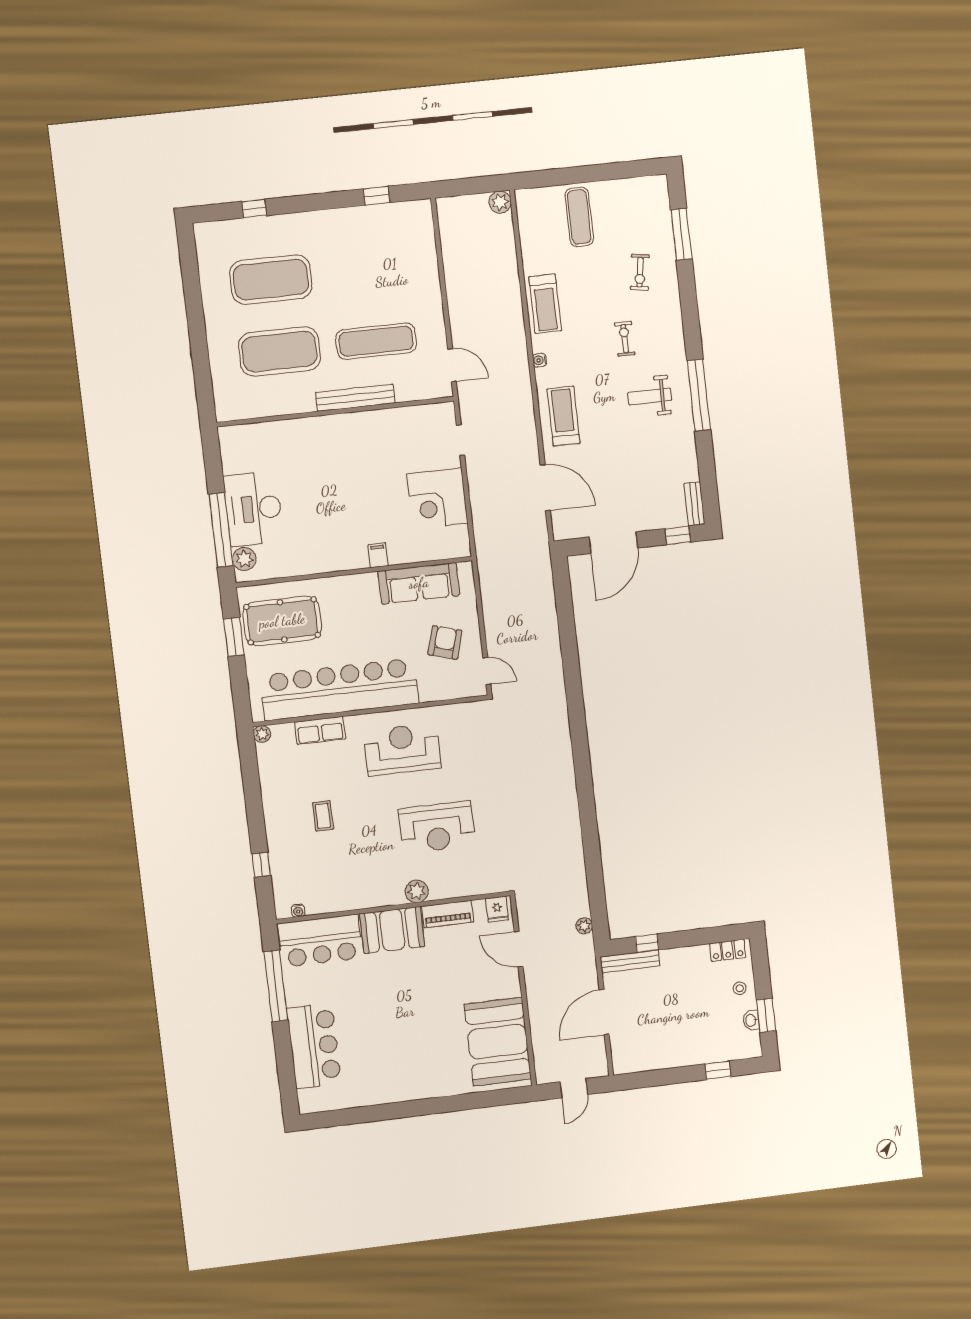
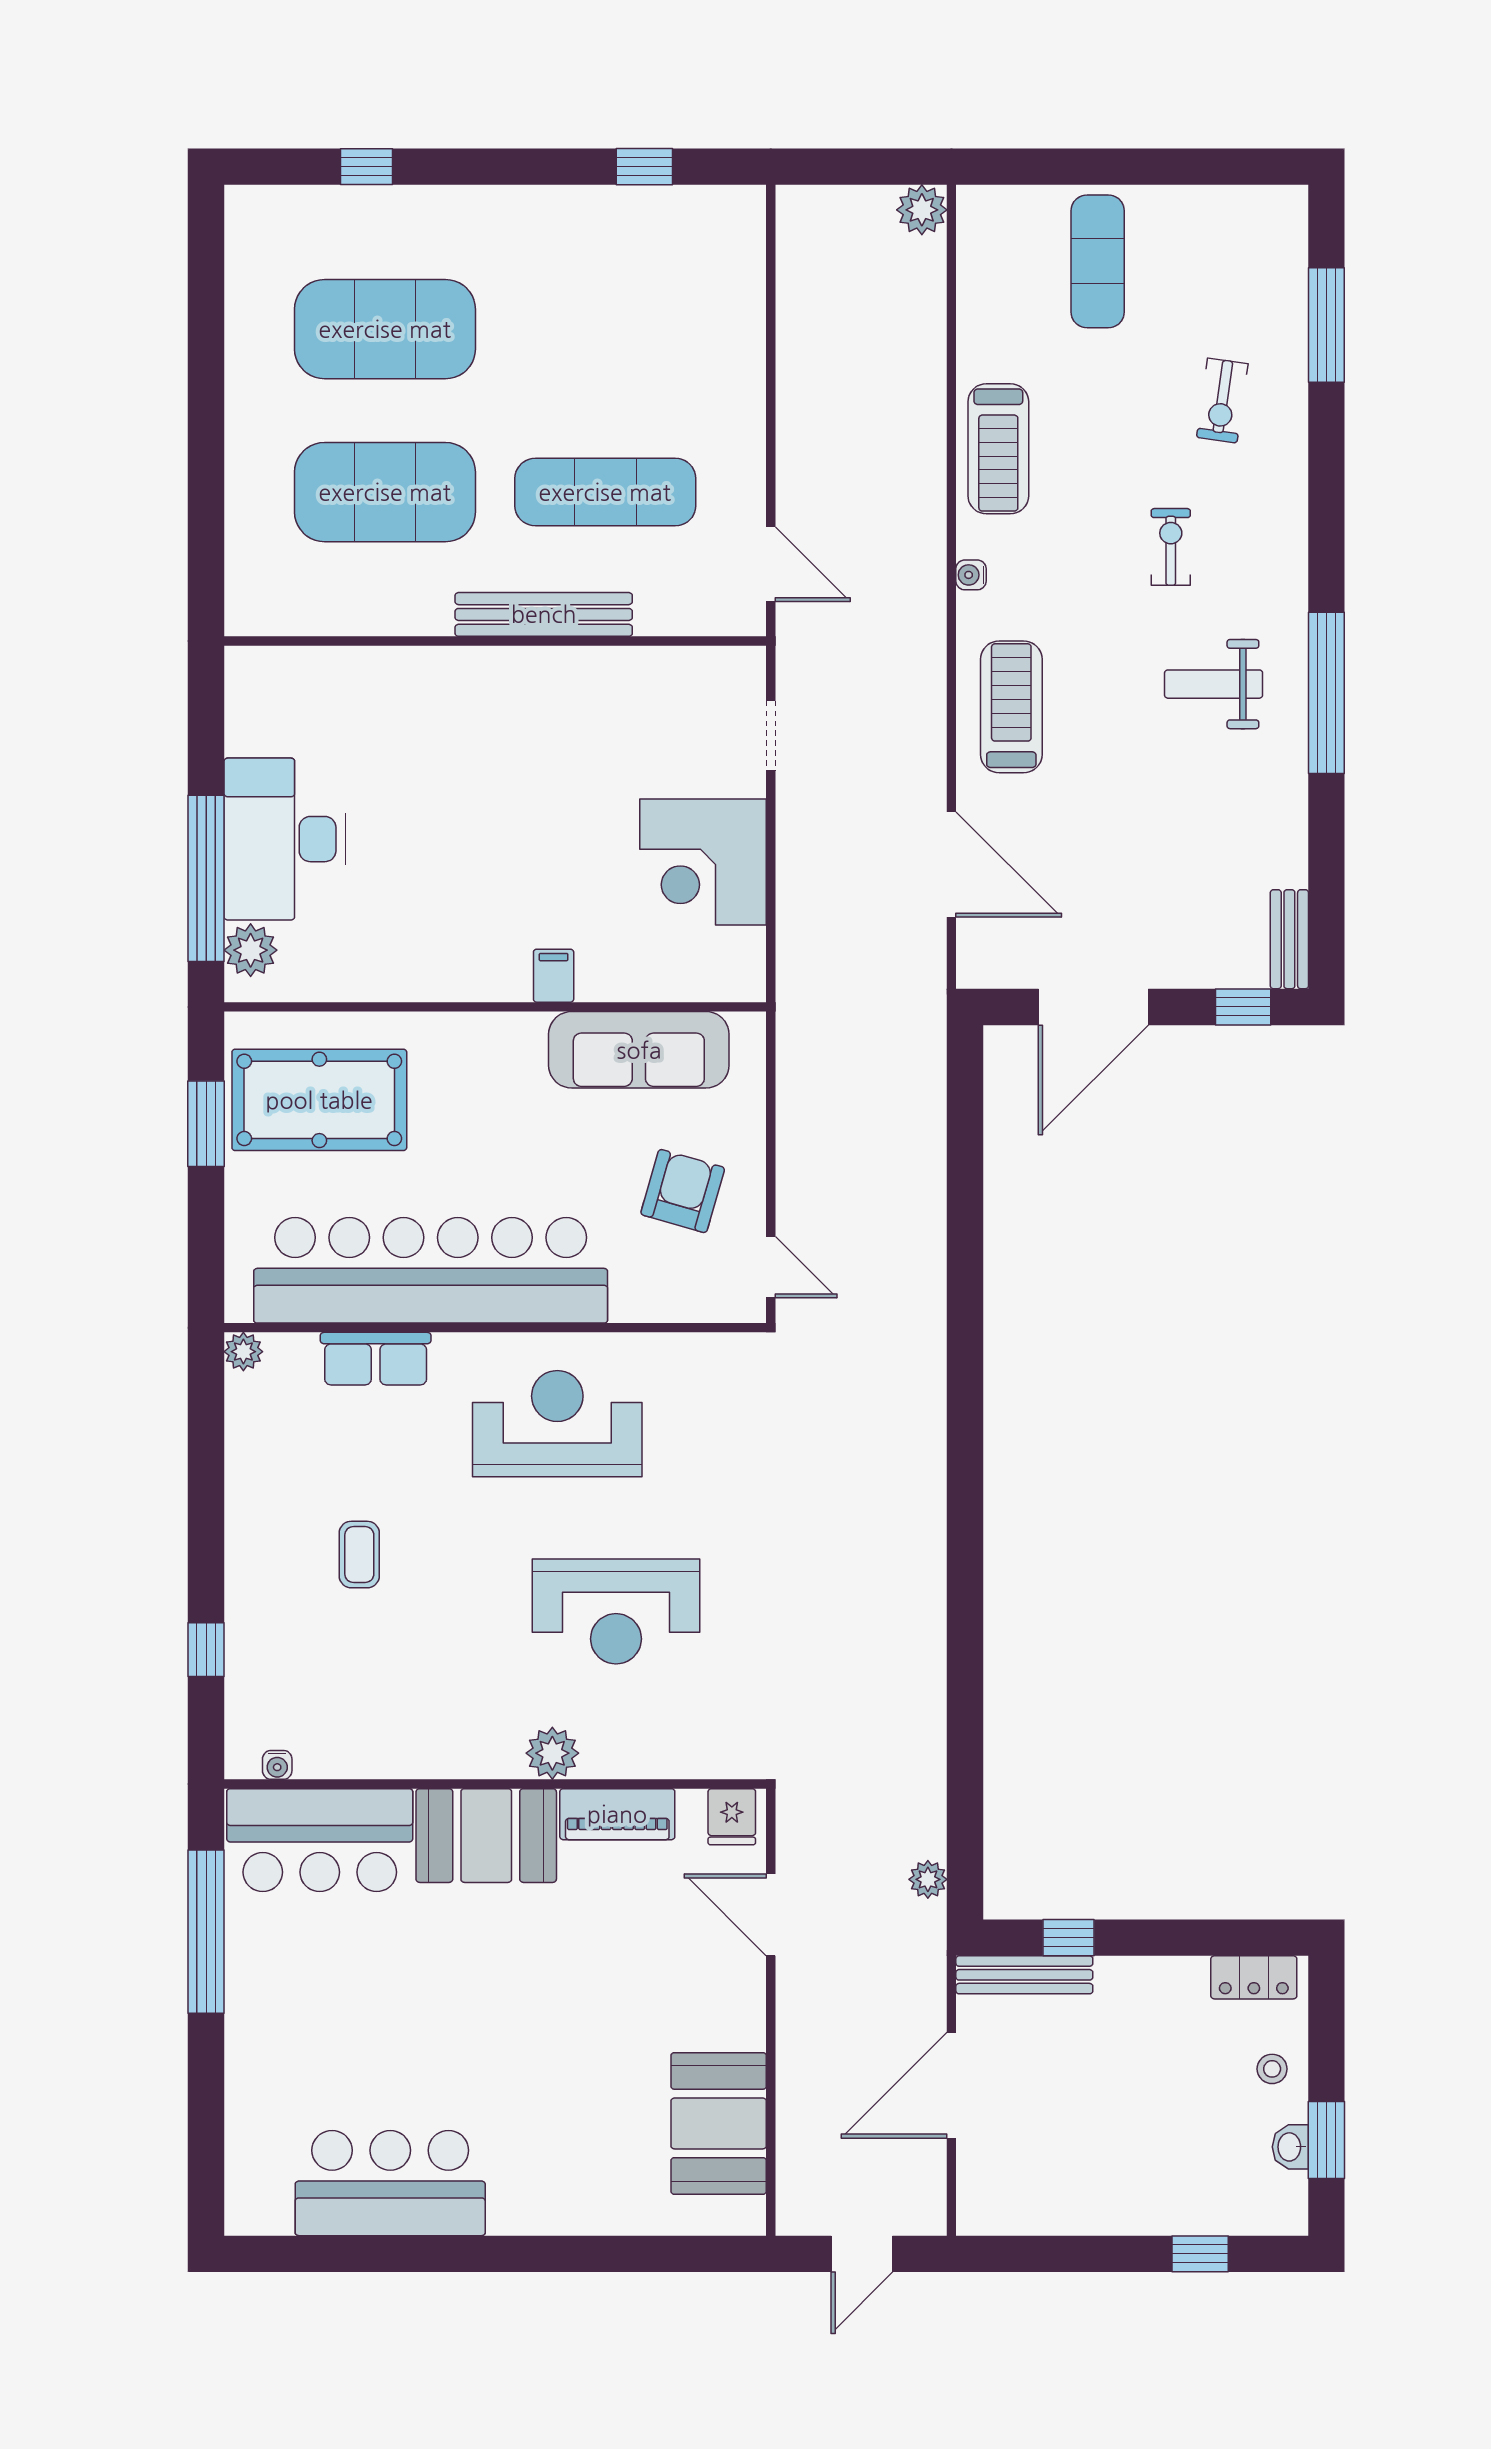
booth: (498, 1042) -> (719, 2123), width x0.73, depth x0.70
bar counter: (314, 1046) -> (390, 2183), moved, turned -90

